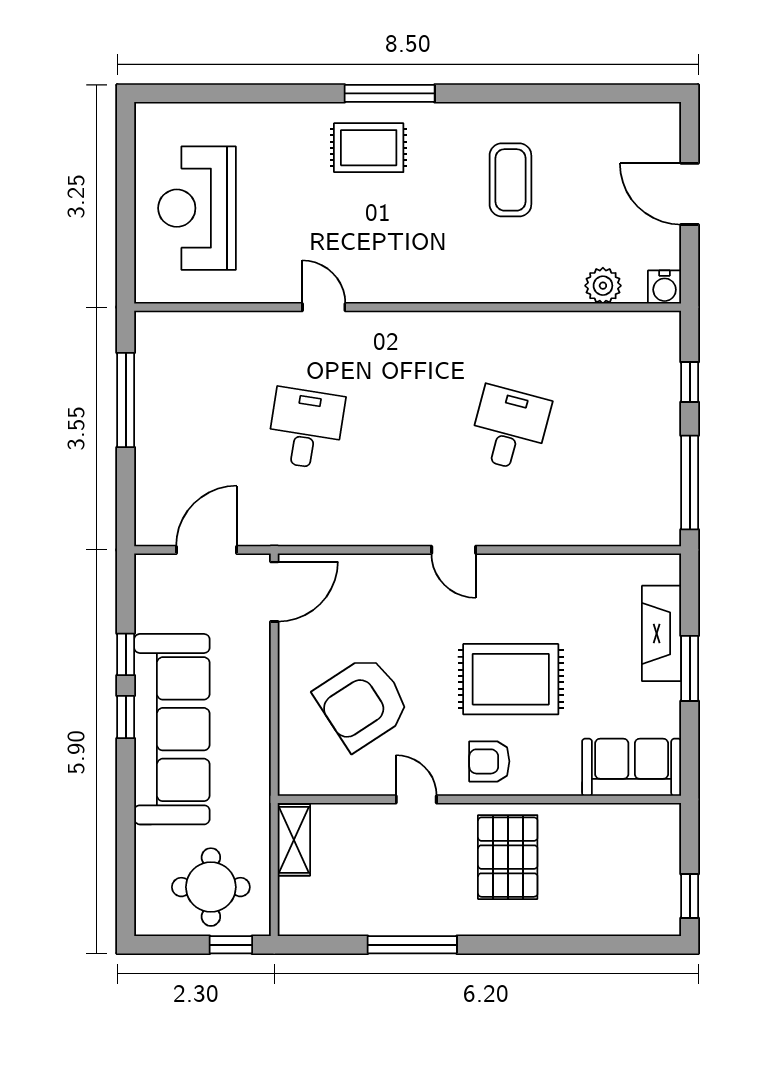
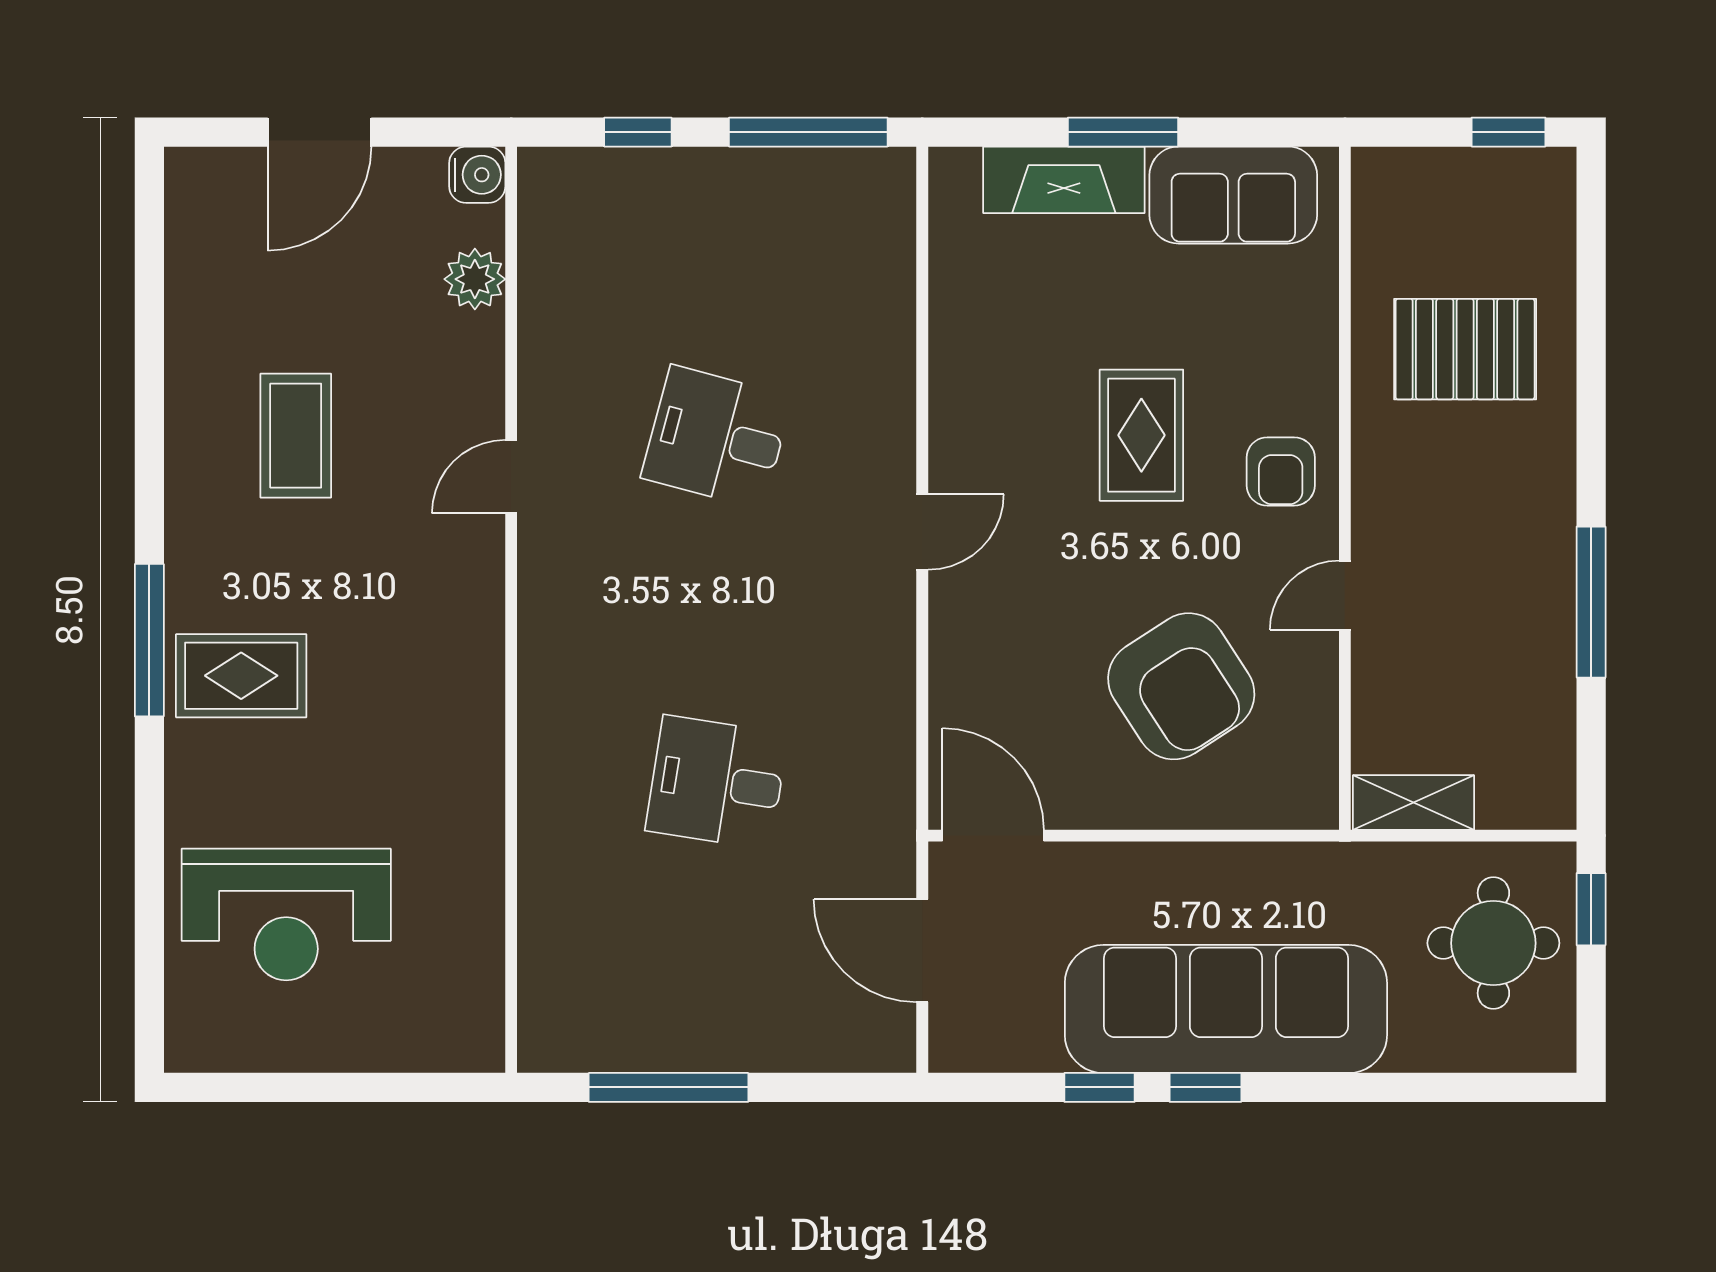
rug: (369, 148) -> (241, 676), turned 90
coffee table: (510, 180) -> (296, 436), turned 90
reception desk: (197, 208) -> (286, 915), moved
door: (324, 307) -> (511, 477), moved
rug: (511, 679) -> (1141, 435), width x0.73, depth x0.70
sofa: (632, 767) -> (1233, 195), moved, turned -90
pallet: (508, 857) -> (1465, 349), moved

